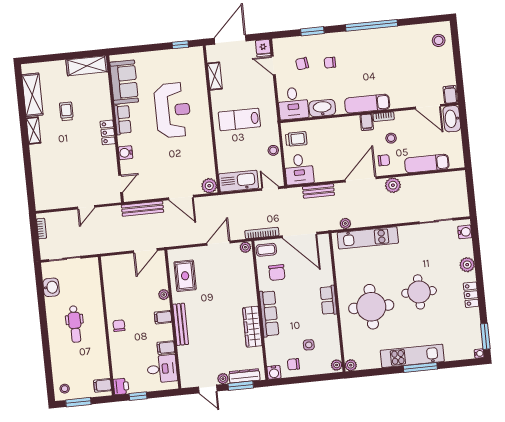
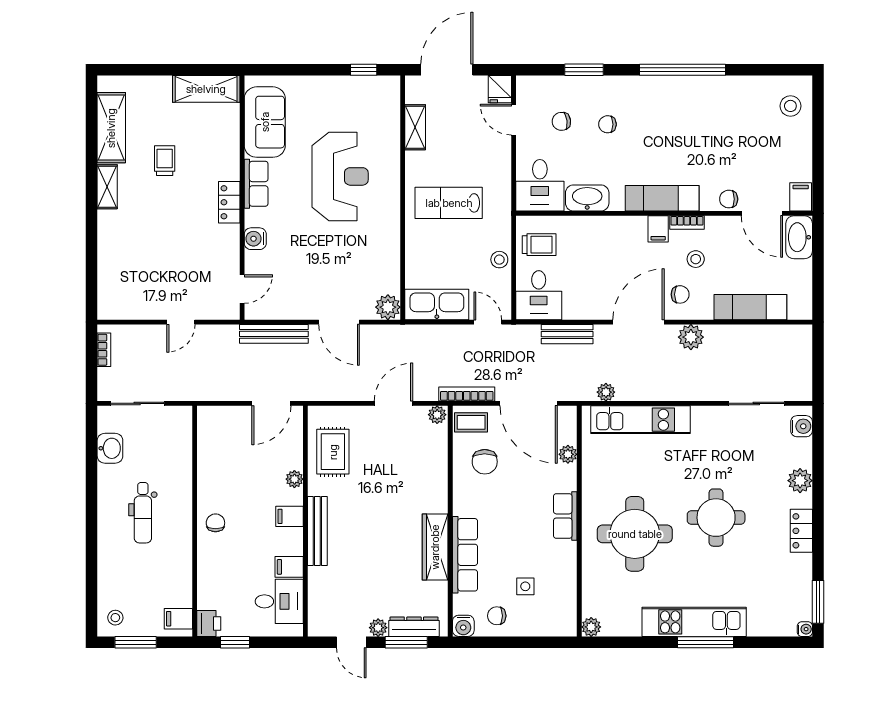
chair: (407, 100) -> (729, 199), added
row of seats: (269, 314) -> (465, 555), moved
plant: (337, 365) -> (568, 454), moved

